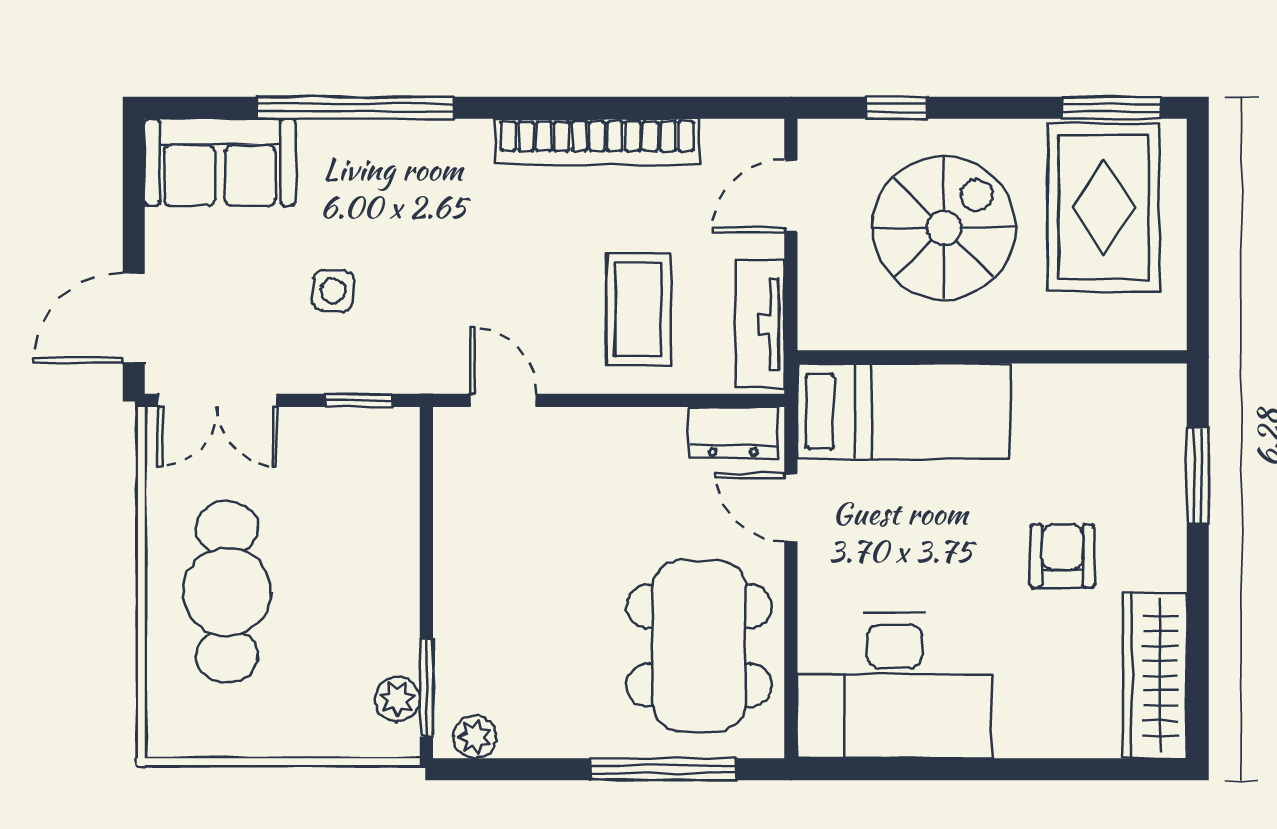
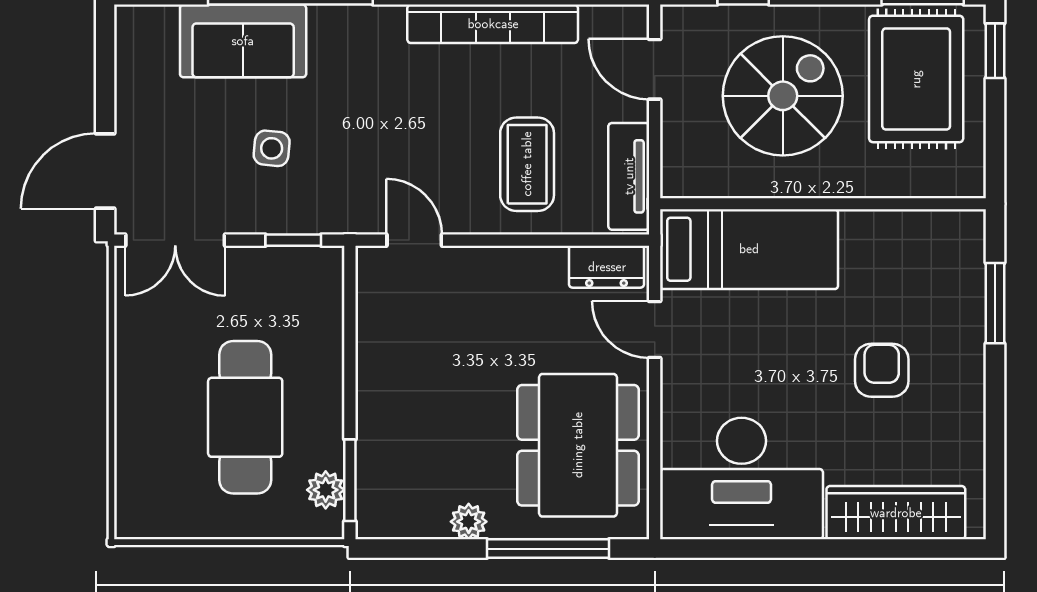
sofa: (220, 162) -> (243, 41), moved
window: (1198, 174) -> (995, 51), added
door: (791, 196) -> (655, 69), hinge flipped
cafe table: (227, 592) -> (245, 417), moved
wardrobe: (1155, 676) -> (896, 513), moved, turned 90
plant: (475, 737) -> (469, 522), moved

